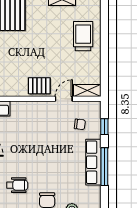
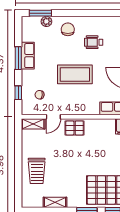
coffee table: (39, 148) -> (75, 74), added
row of seats: (93, 162) -> (28, 56), width x0.68
window: (104, 167) -> (18, 58), width x0.69

